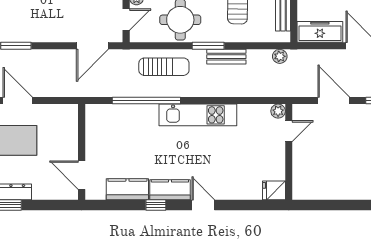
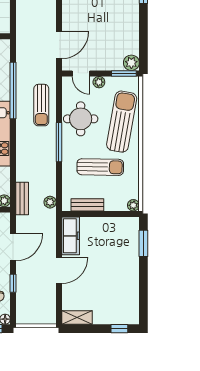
door: (92, 46) -> (59, 45), swing flipped
window: (208, 46) -> (59, 142), width x1.44
bench: (226, 57) -> (22, 198), moved

